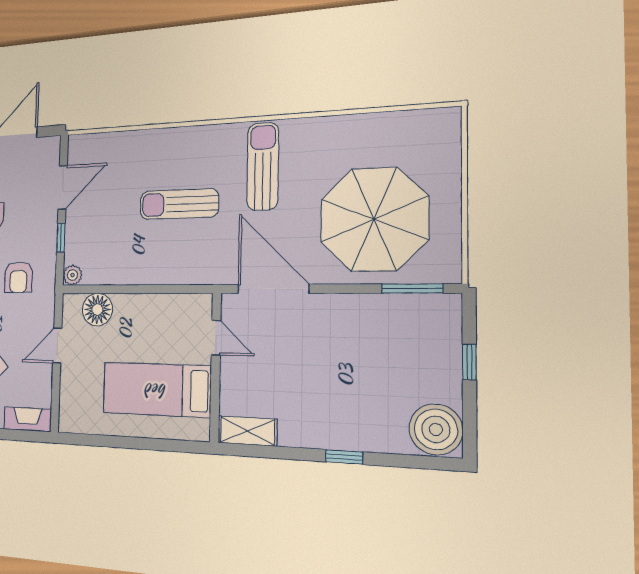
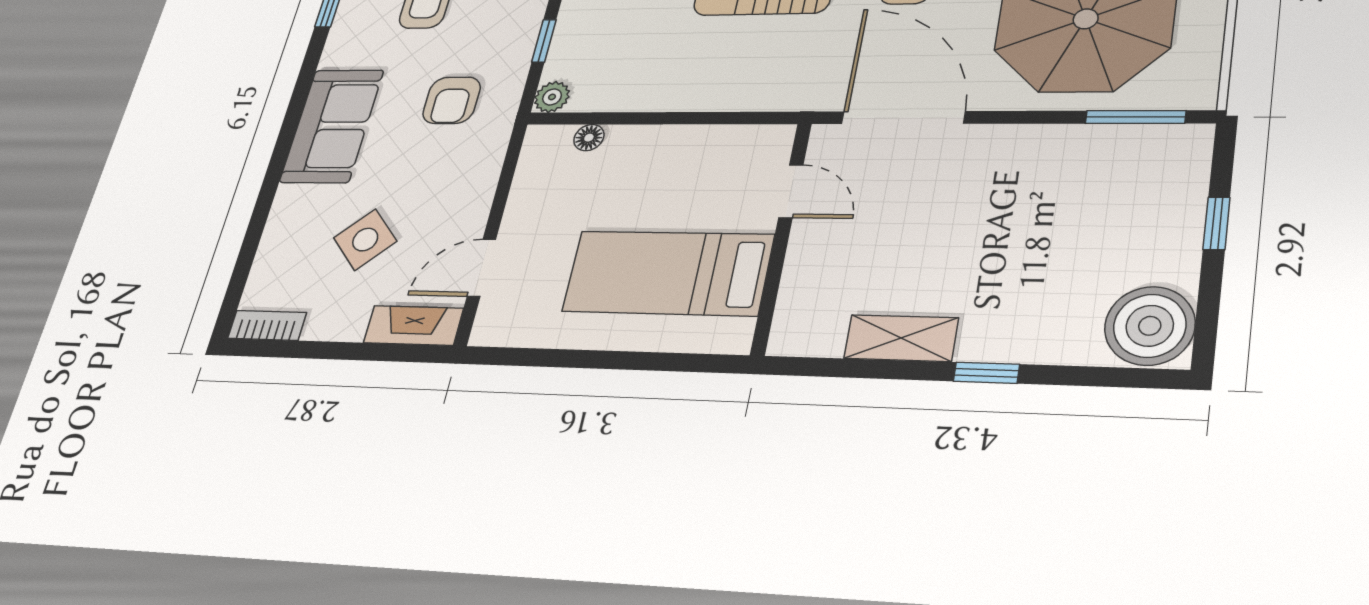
floor lamp: (97, 310) -> (589, 138), width x0.53, depth x0.53
door: (57, 345) -> (482, 268), moved
shelving: (247, 431) -> (901, 338), moved

